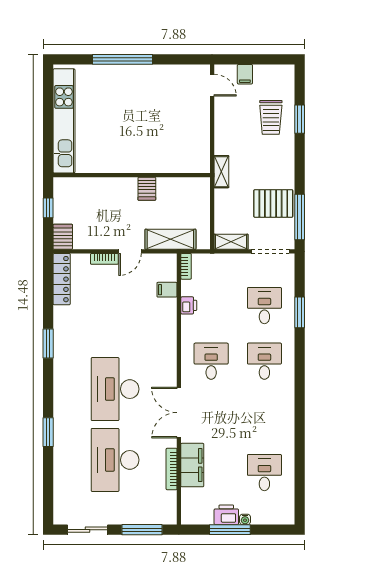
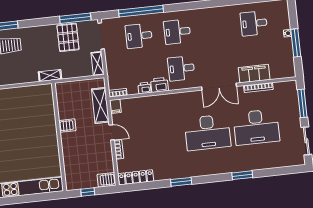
filing cabinet: (167, 290) -> (115, 106), moved
window: (300, 312) -> (141, 11), width x2.11
printer: (226, 515) -> (159, 85), moved, turned 90

